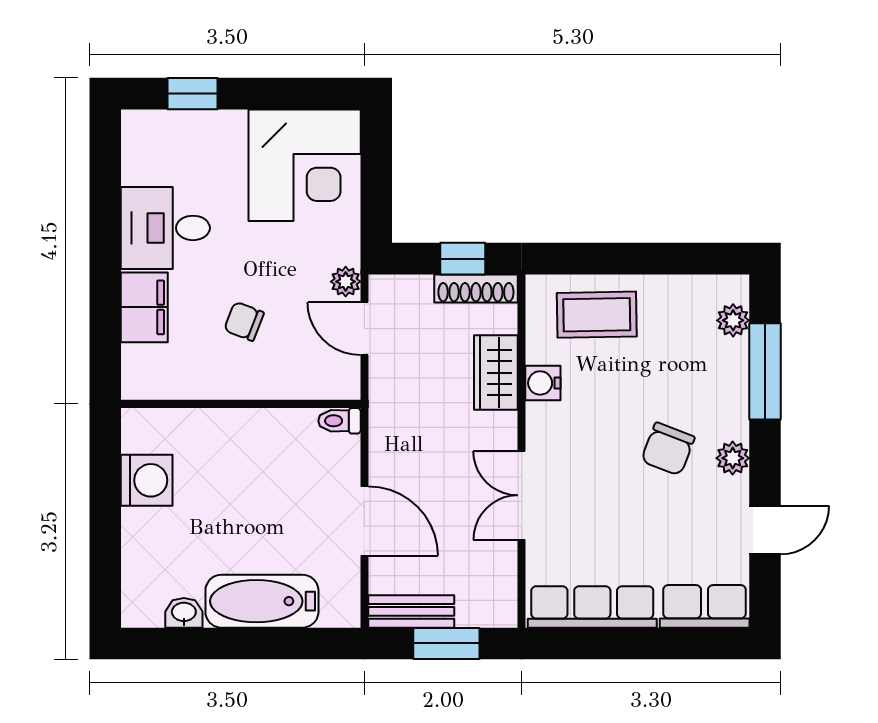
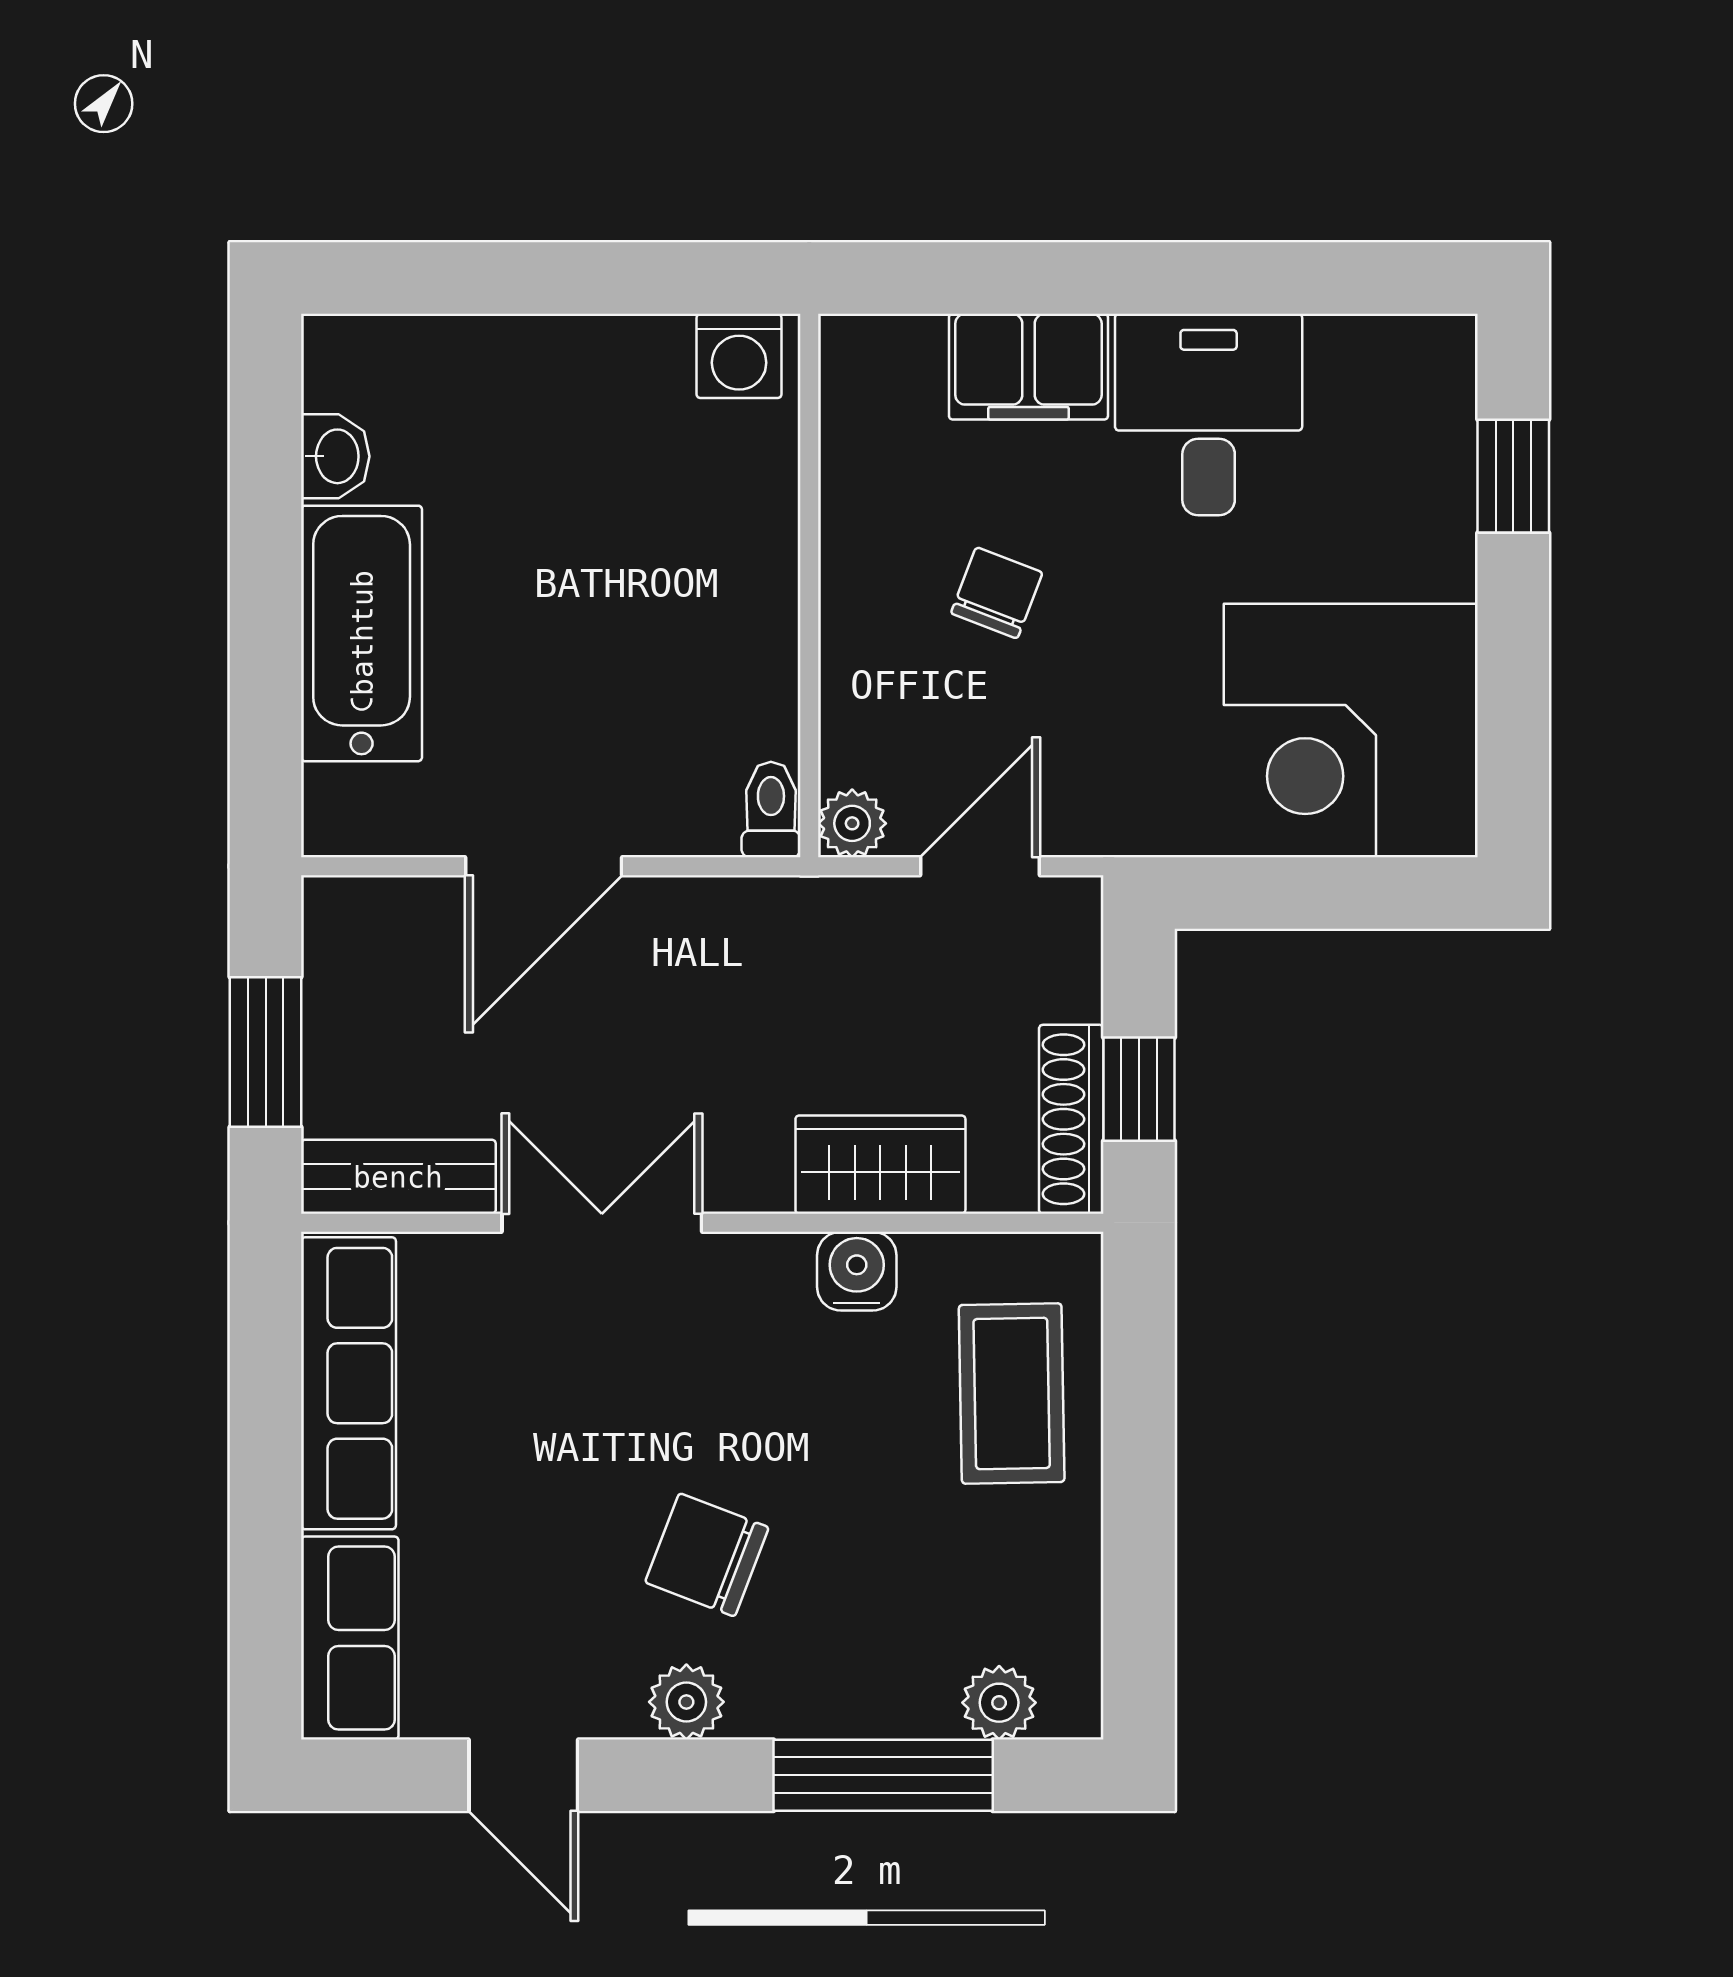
plant: (346, 282) -> (852, 823), moved
washing machine: (147, 480) -> (739, 356), moved, width x0.73, depth x0.73
bench: (411, 611) -> (398, 1177), moved, turned 90

